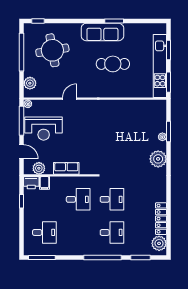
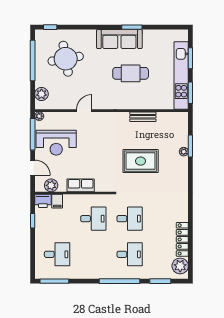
bench: (124, 104) -> (143, 117), added
rug: (122, 146) -> (141, 161), added
plant: (158, 159) -> (179, 175), removed

